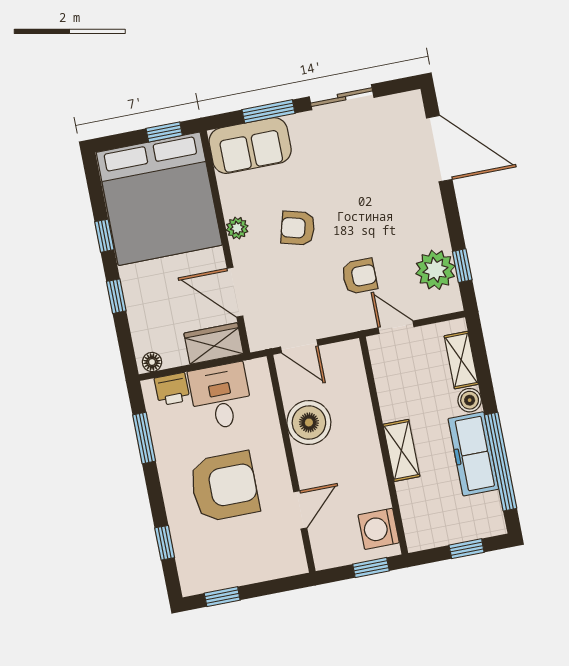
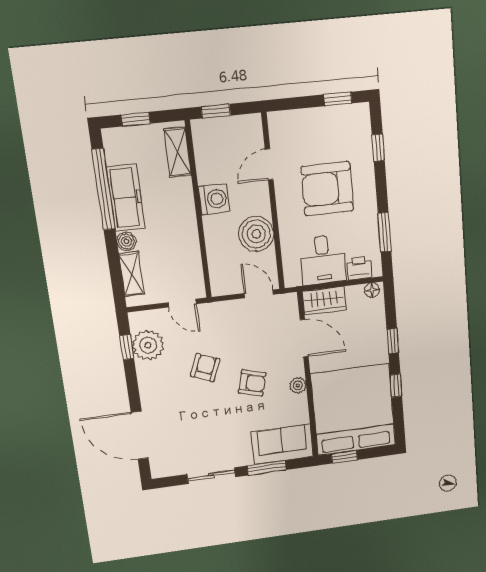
armchair: (359, 276) -> (205, 368), moved, turned 112
shelving: (401, 450) -> (178, 152), moved
washing machine: (379, 529) -> (214, 199), moved

